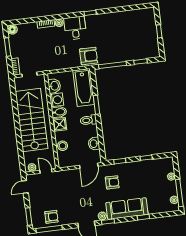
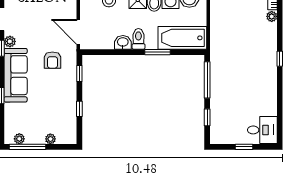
desk: (75, 28) -> (262, 130), moved
armchair: (89, 56) -> (223, 50), removed
washbasin: (94, 144) -> (123, 42), moved

